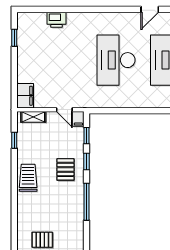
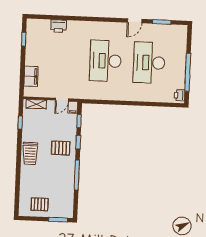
filing cabinet: (25, 96) -> (31, 76), moved
door: (64, 110) -> (62, 99), hinge flipped
pallet: (65, 169) -> (61, 148), turned 90
trolley: (28, 178) -> (30, 153), turned 180

